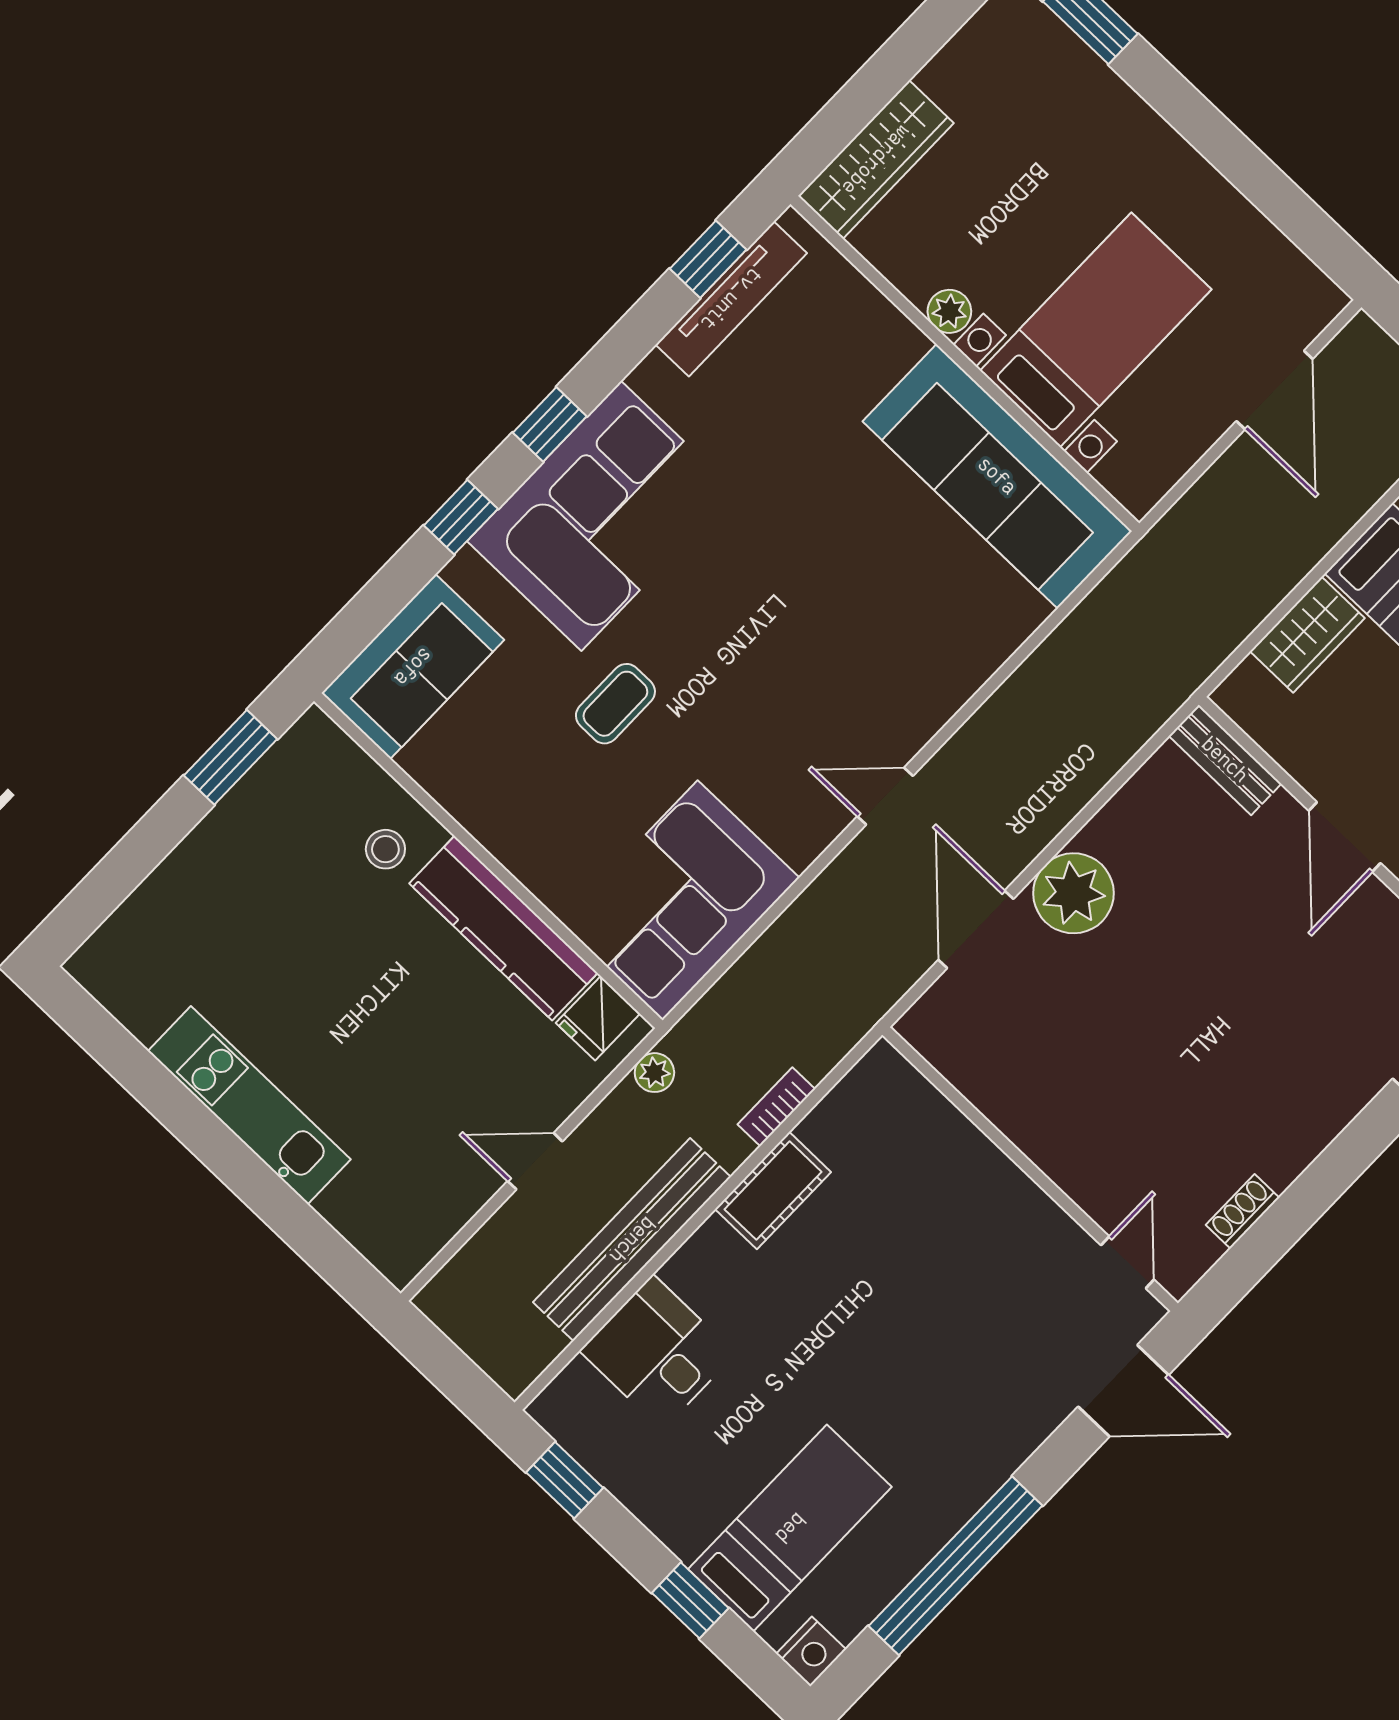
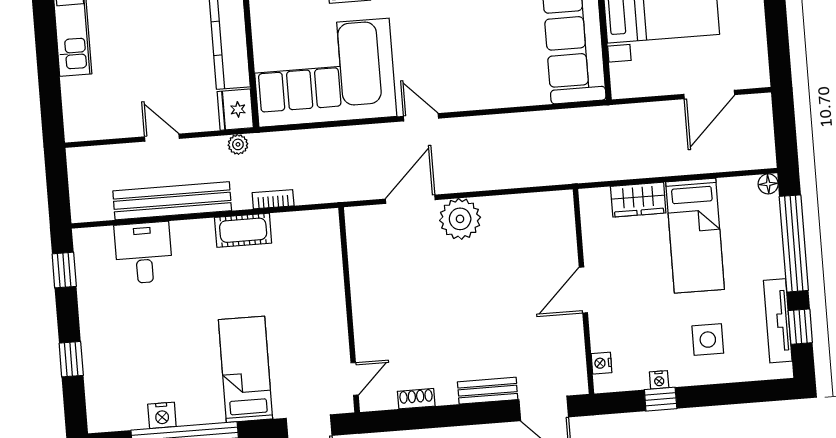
bench: (1225, 760) -> (488, 391), moved, turned 90
corner sofa: (680, 900) -> (324, 73), width x1.36, depth x1.36
fridge: (598, 1018) -> (235, 110), width x1.38
bed: (790, 1528) -> (245, 369), moved, turned -90
nightstand: (811, 1651) -> (162, 415), moved

